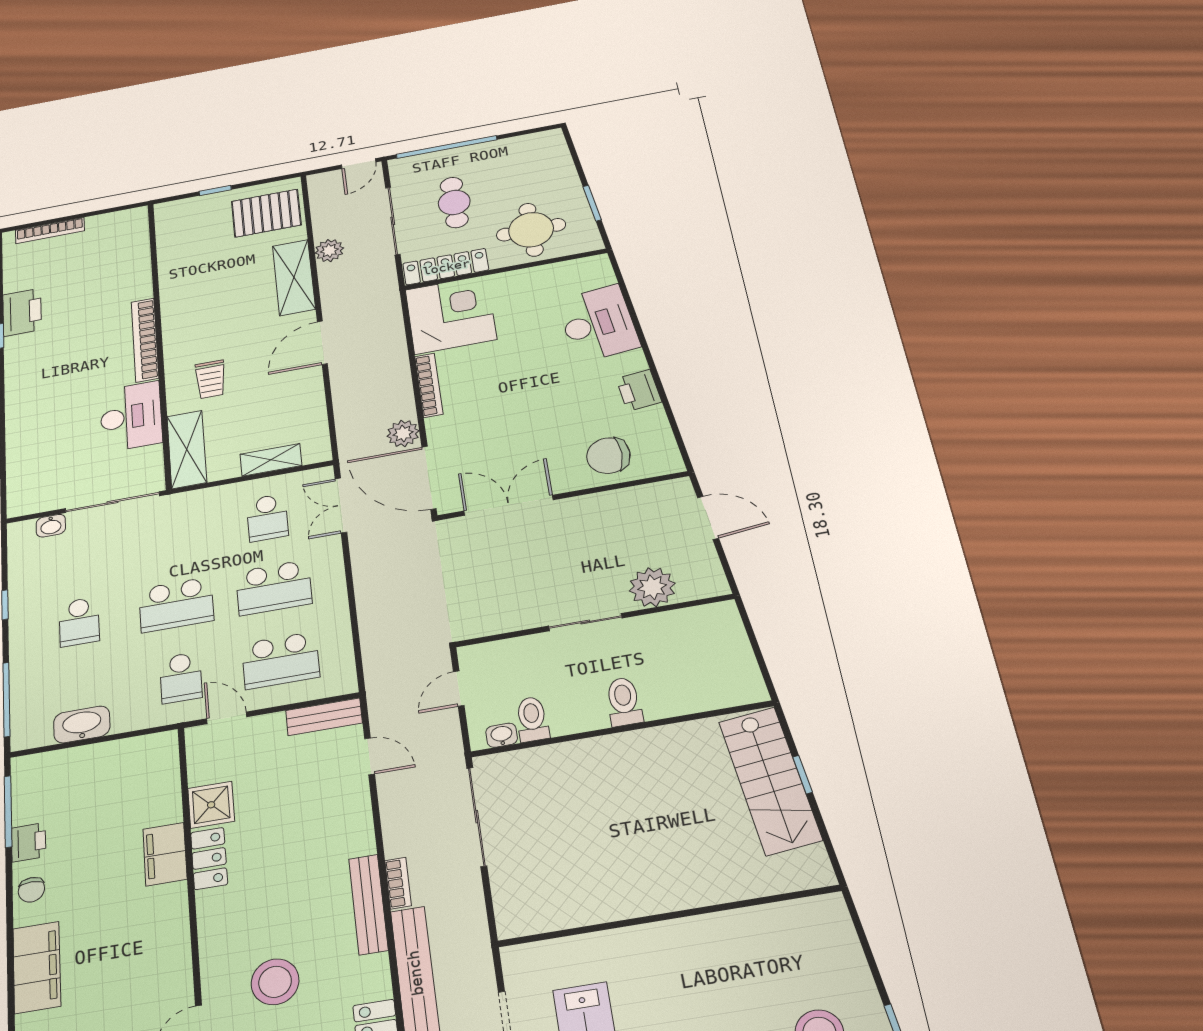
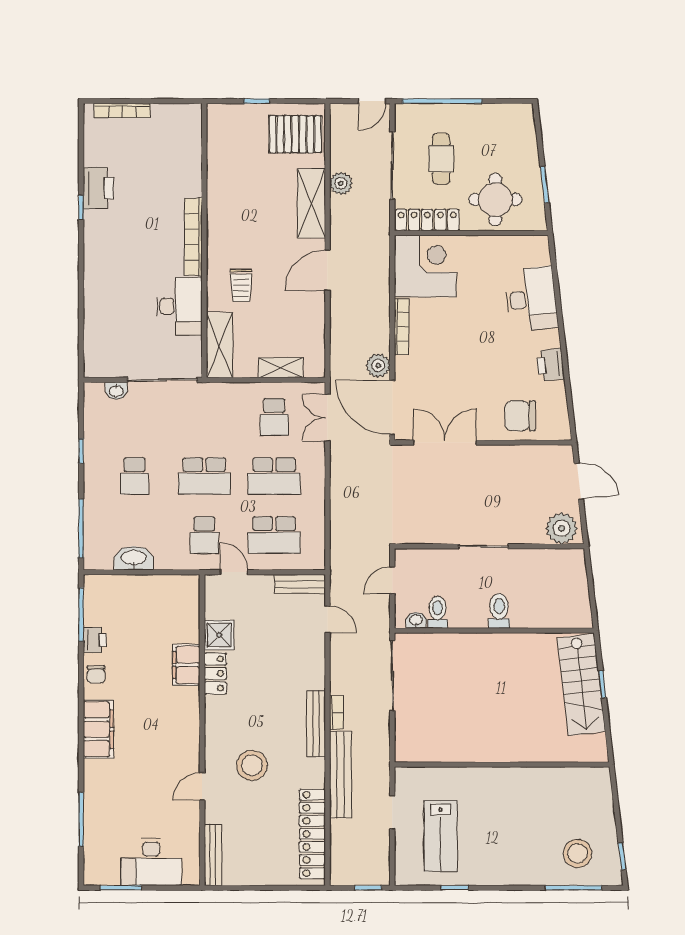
plant: (652, 587) -> (562, 528), moved

